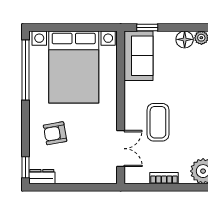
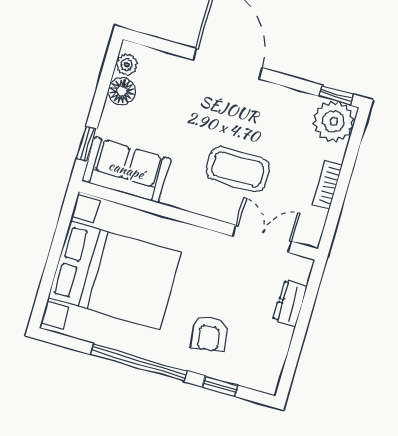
window: (26, 70) -> (139, 363), moved
window: (26, 167) -> (220, 386), moved
dresser: (42, 177) -> (290, 303), moved

